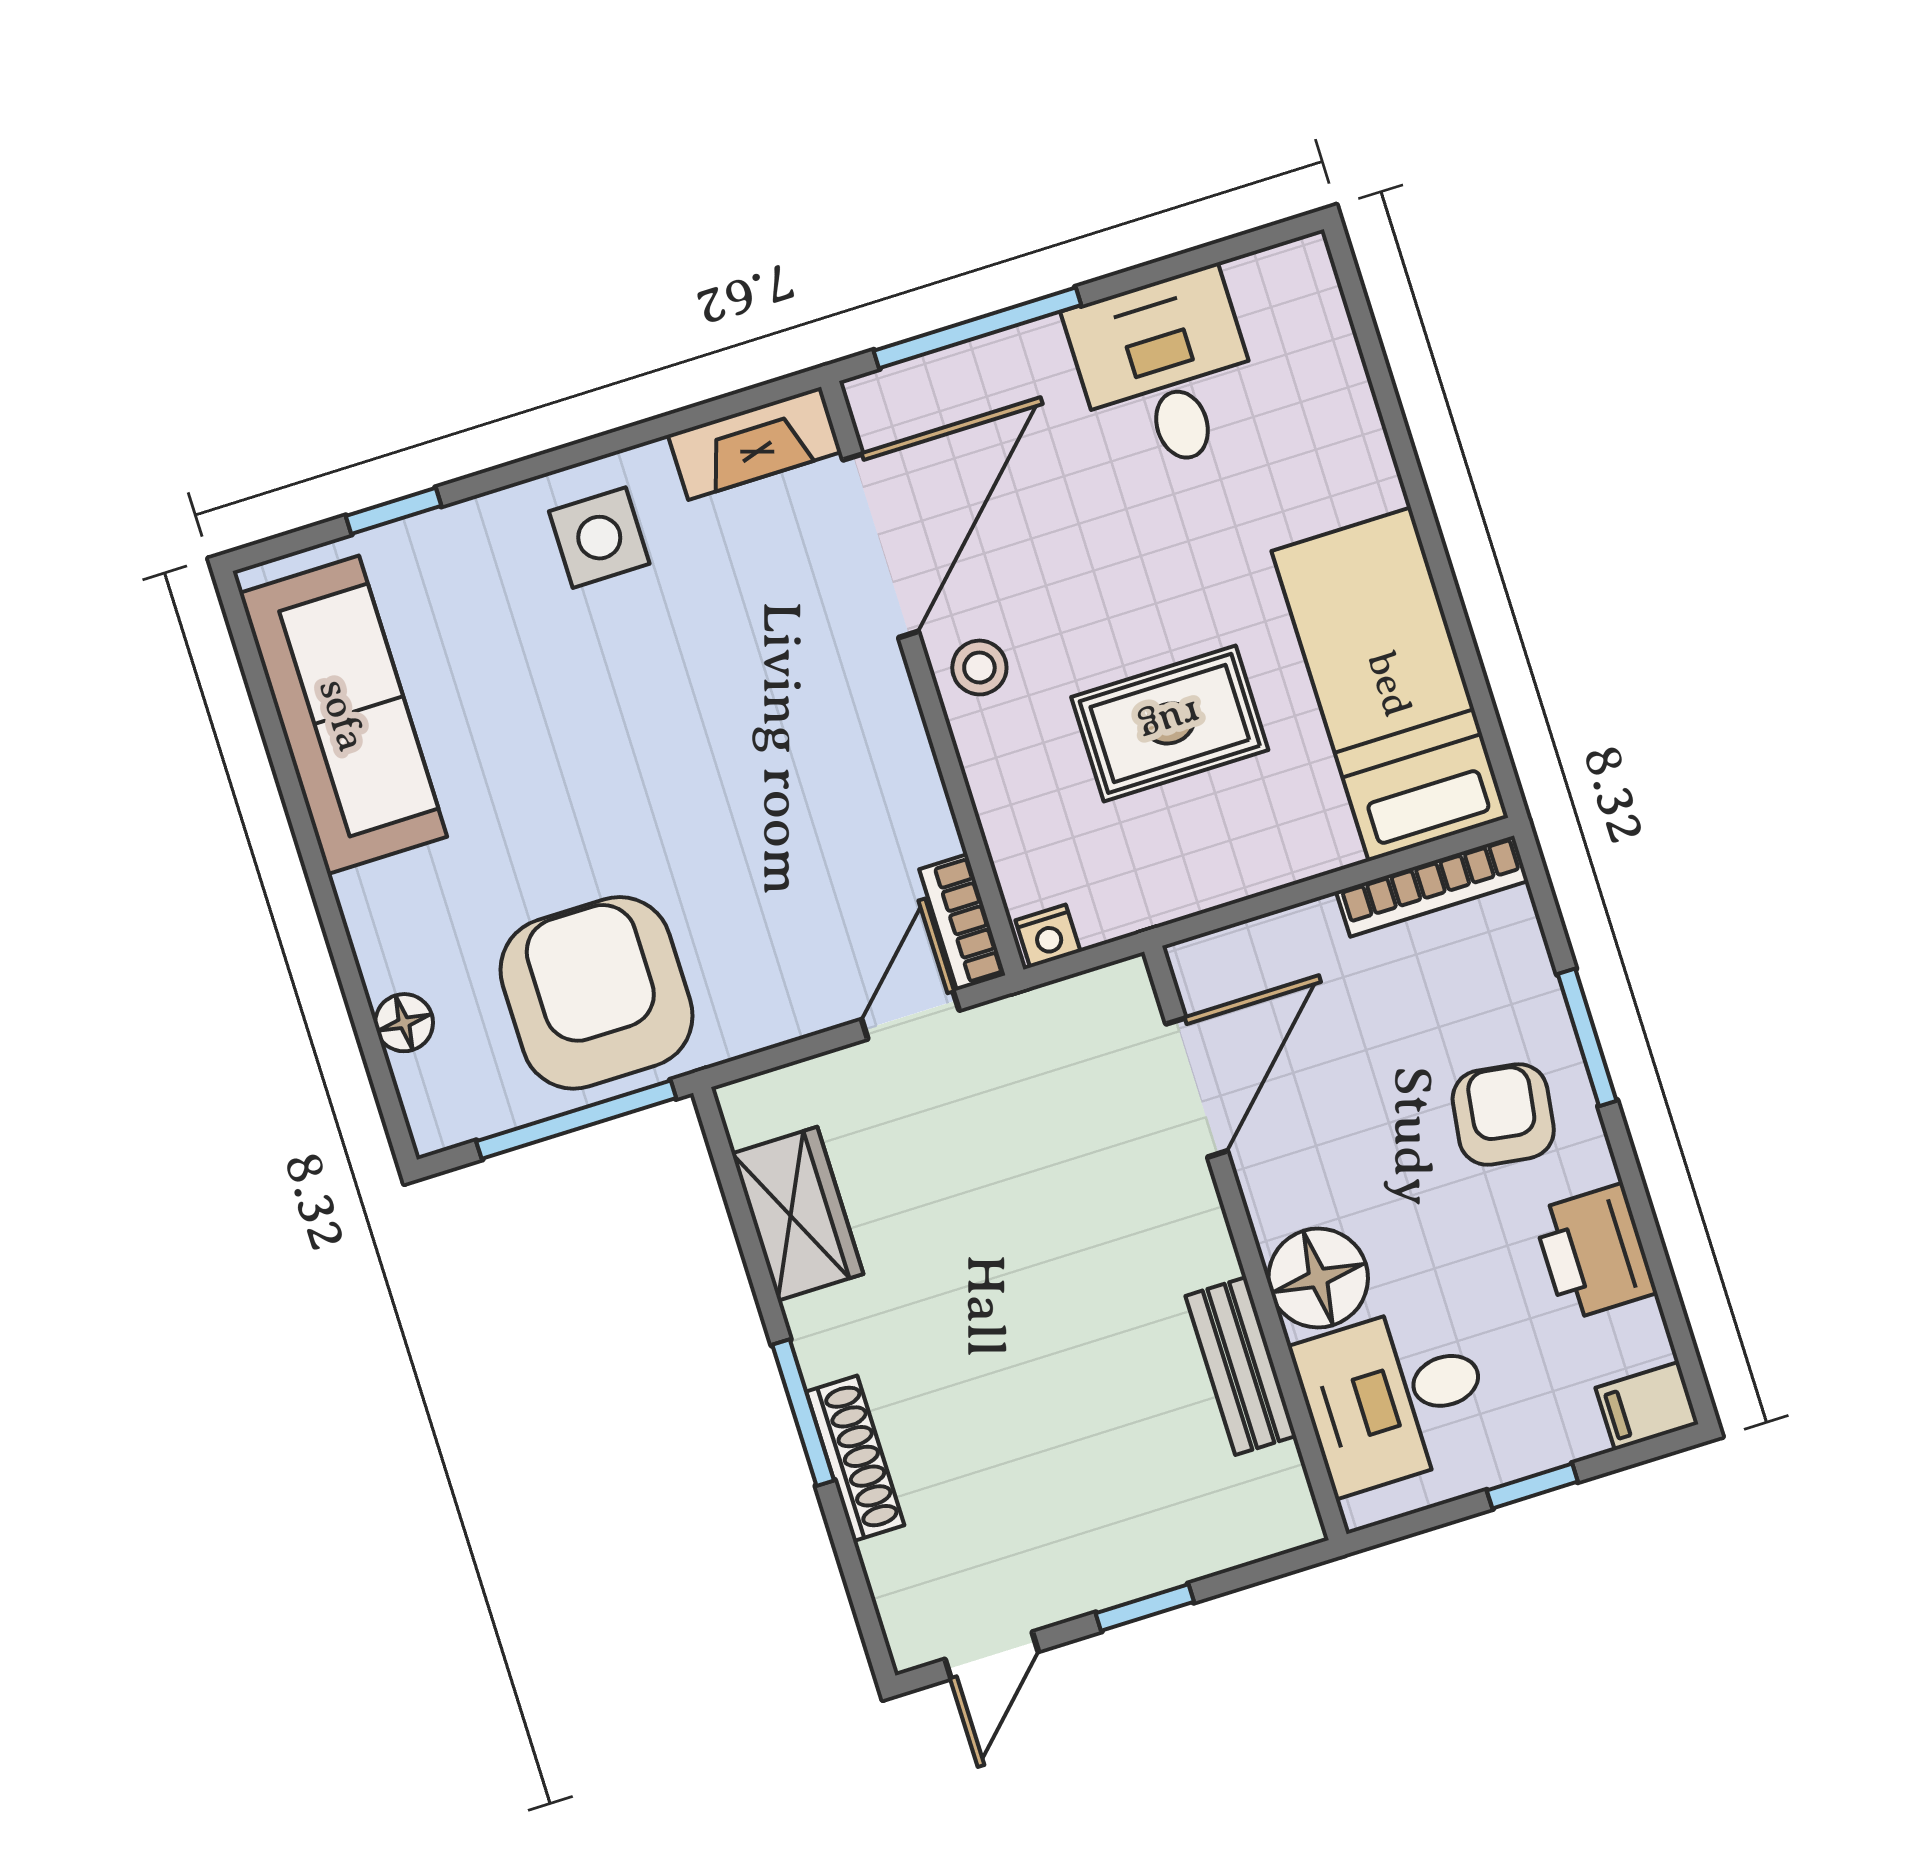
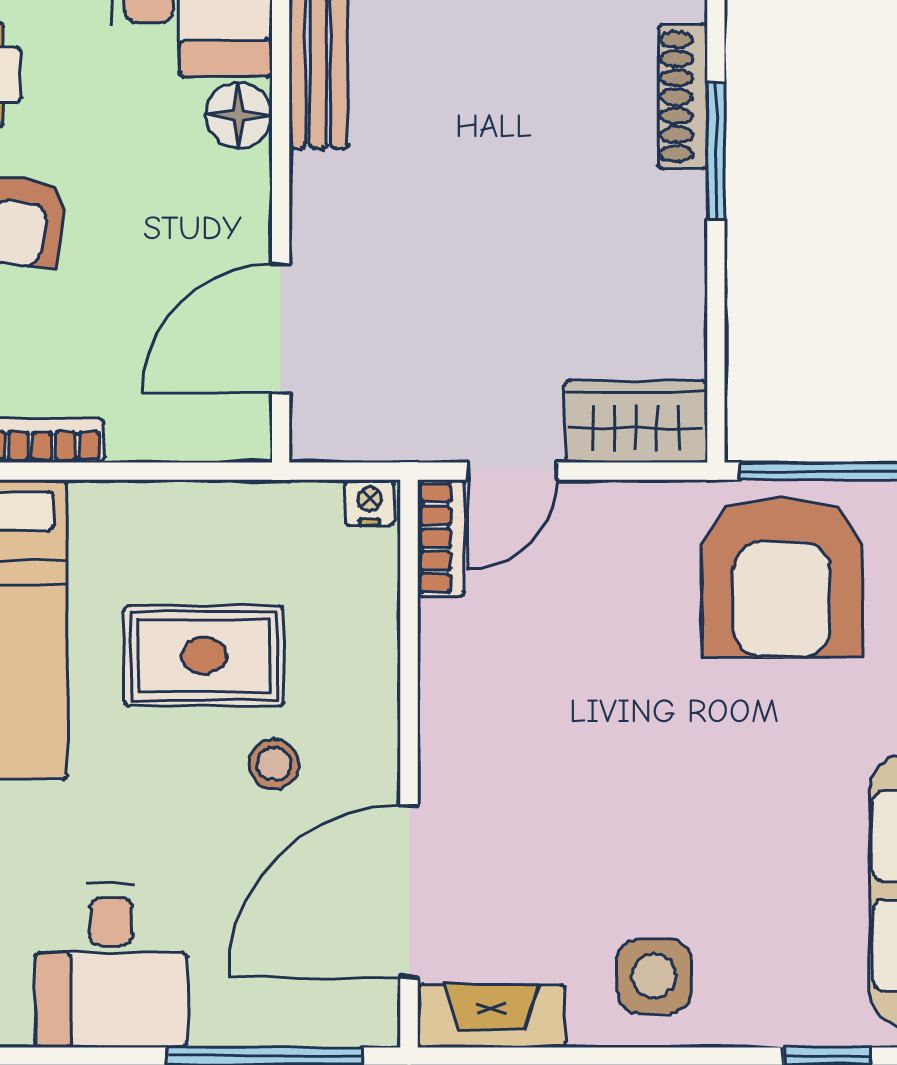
stool: (979, 668) -> (274, 764), moved
wardrobe: (798, 1214) -> (636, 421), moved, turned 90
floor lamp: (1318, 1278) -> (239, 115), width x0.73, depth x0.73

